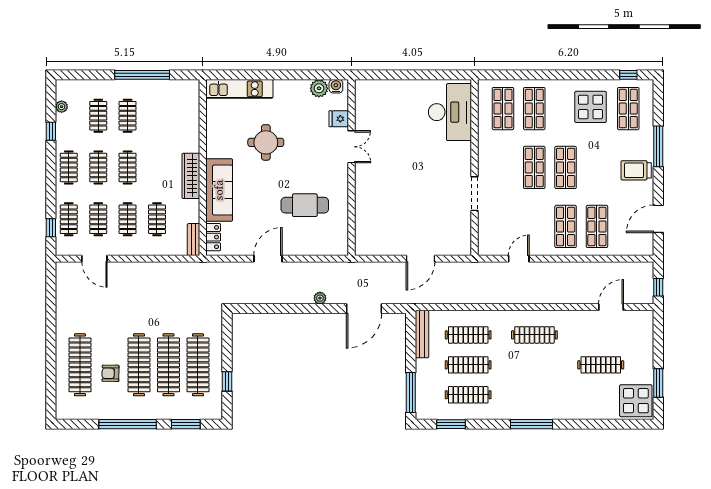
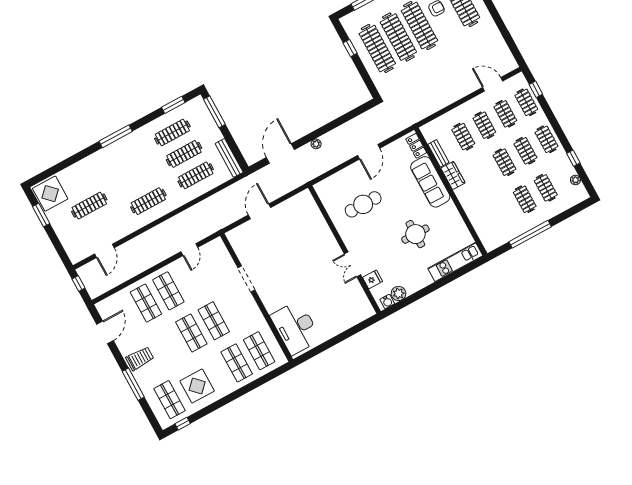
wardrobe: (191, 176) -> (453, 175), width x0.67
bench: (194, 239) -> (438, 153), moved

